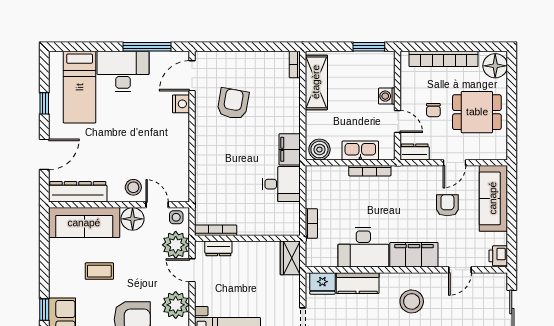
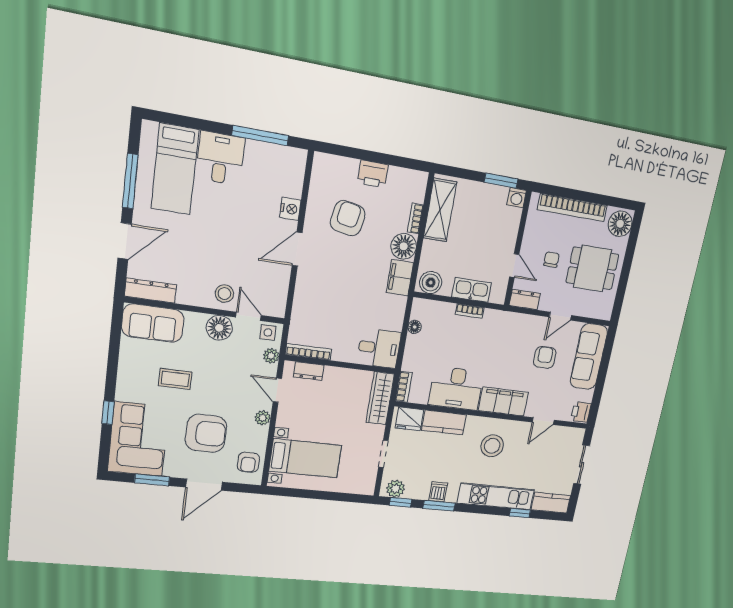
printer: (249, 61) -> (373, 174), added
bookcase: (295, 64) -> (415, 218), moved
desk: (123, 71) -> (220, 158), width x0.73
door: (192, 76) -> (297, 249), moved
washing machine: (387, 96) -> (517, 198), moved, turned -90
window: (44, 103) -> (130, 181), width x2.17
chair: (433, 110) -> (551, 260), turned 180
floor lamp: (288, 120) -> (404, 246), added
bookcase: (370, 171) -> (470, 311), width x0.64
desk: (281, 184) -> (379, 348), moved
dresser: (78, 192) -> (151, 291), width x0.73, depth x0.80
floor lamp: (312, 193) -> (415, 327), added
sofa: (84, 223) -> (153, 323), width x0.73
bookcase: (311, 223) -> (404, 387), moved
plant: (176, 245) -> (271, 356), width x0.53, depth x0.53
wardrobe: (290, 258) -> (380, 398), width x1.50
plant: (176, 305) -> (263, 418), width x0.53, depth x0.53

